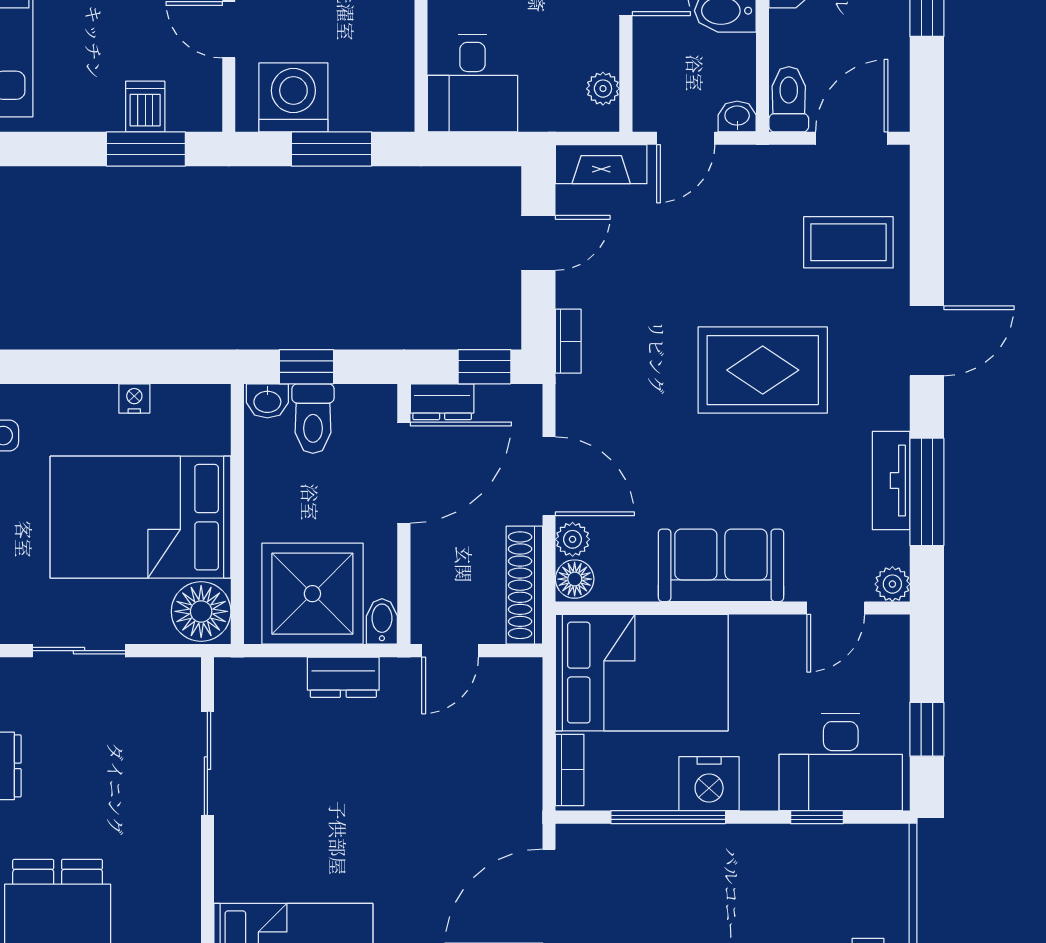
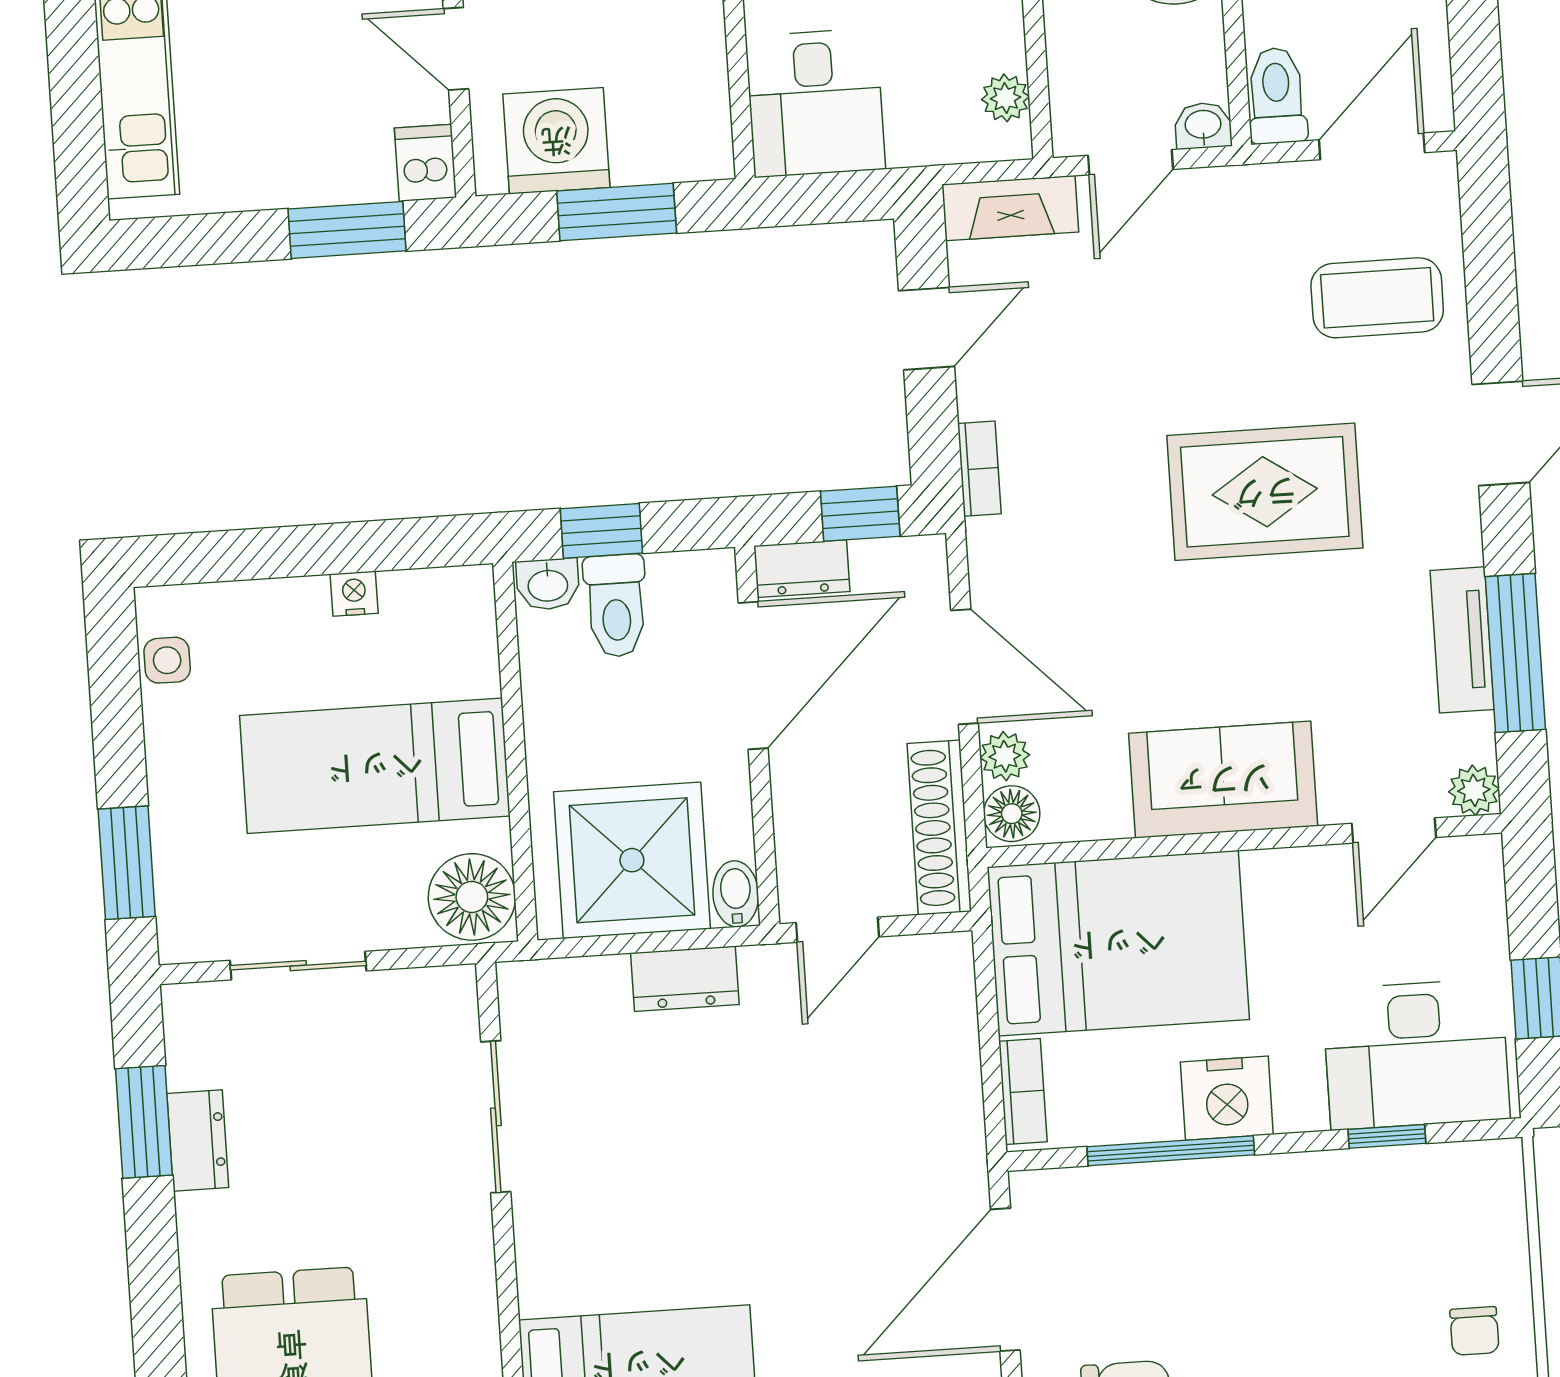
dishwasher: (145, 107) -> (426, 163), moved
bed: (141, 517) -> (375, 766), width x0.67

